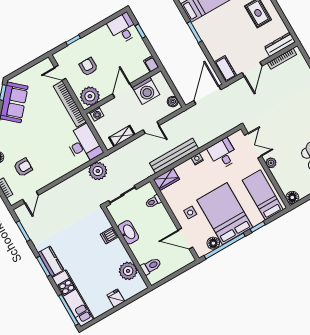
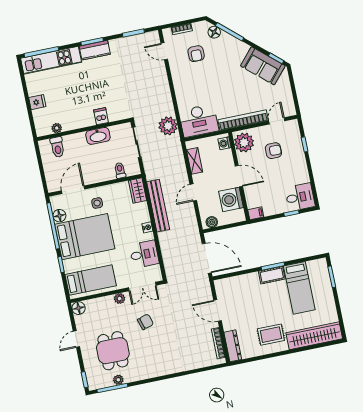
cot: (225, 69) -> (272, 275), moved
chair: (285, 132) -> (145, 322), added
plant: (128, 271) -> (57, 128), width x0.53, depth x0.53

